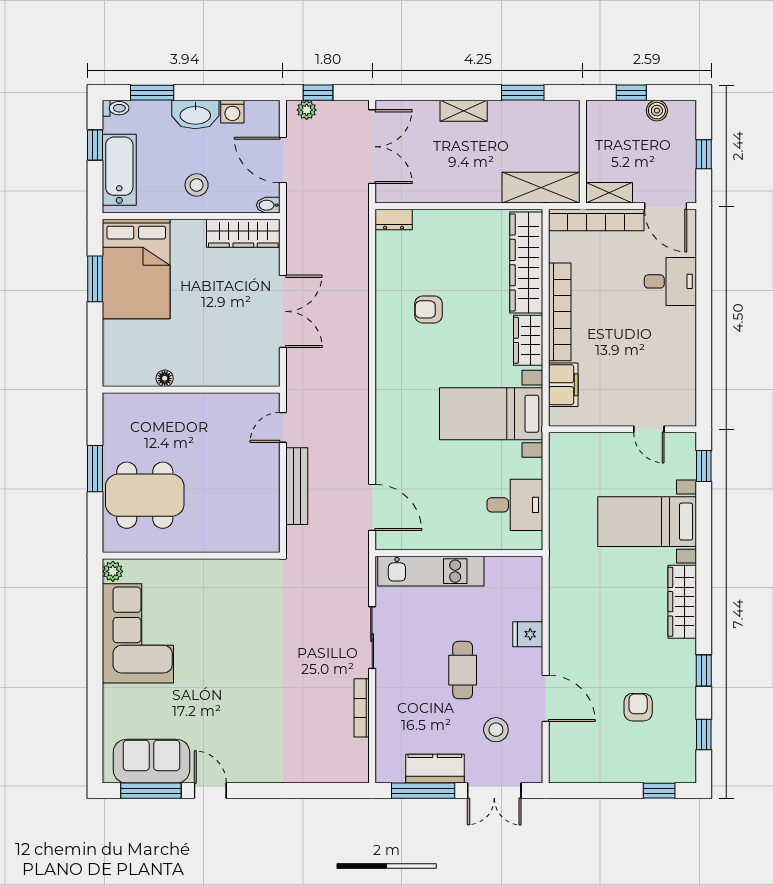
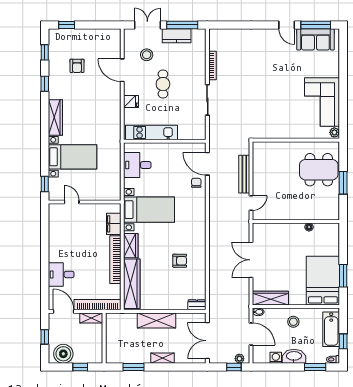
boiler: (657, 111) -> (63, 354), width x1.86, depth x1.86
shelving: (541, 188) -> (156, 320), moved
chair: (395, 468) -> (196, 183), added
kitchen unit: (431, 571) -> (151, 133), moved

